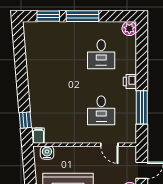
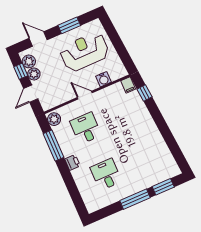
plant: (129, 29) -> (54, 119), moved
door: (109, 145) -> (85, 95), moved
water cooler: (47, 153) -> (103, 79), moved

